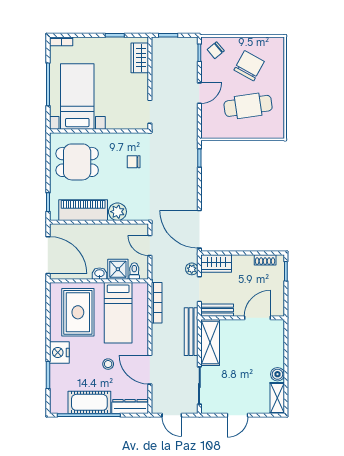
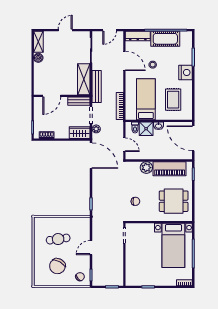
wardrobe: (140, 58) -> (131, 271), removed
cafe table: (248, 106) -> (58, 239), width x0.73, depth x0.74
rug: (78, 312) -> (173, 100), width x0.73, depth x0.70
door: (172, 415) -> (110, 30), swing flipped

